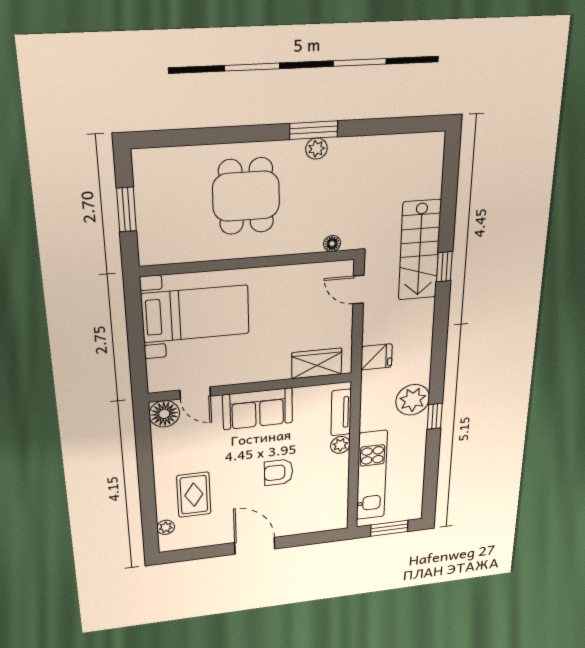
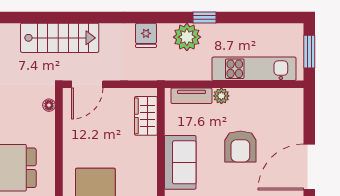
window: (444, 267) -> (74, 18), removed
door: (358, 290) -> (87, 84), width x1.38
fridge: (377, 357) -> (146, 35), moved, turned 180
armchair: (279, 472) -> (240, 146), width x1.38, depth x1.38
door: (255, 546) -> (309, 167), width x1.36

